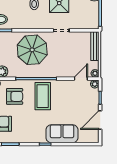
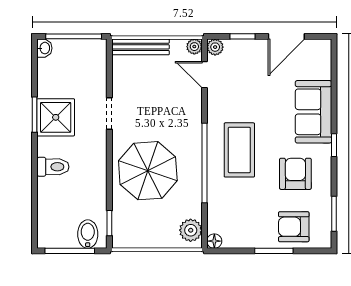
armchair: (15, 96) -> (295, 174), moved
coffee table: (43, 96) -> (239, 150), turned 90
door: (100, 120) -> (286, 36), hinge flipped

